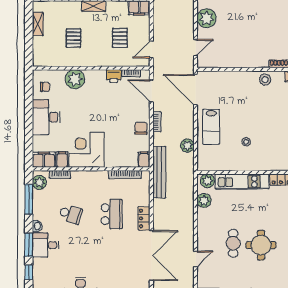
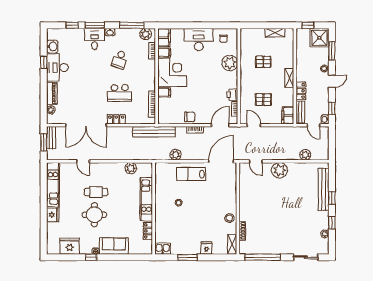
filing cabinet: (144, 160) -> (164, 92), moved
plant: (207, 181) -> (147, 171), removed

